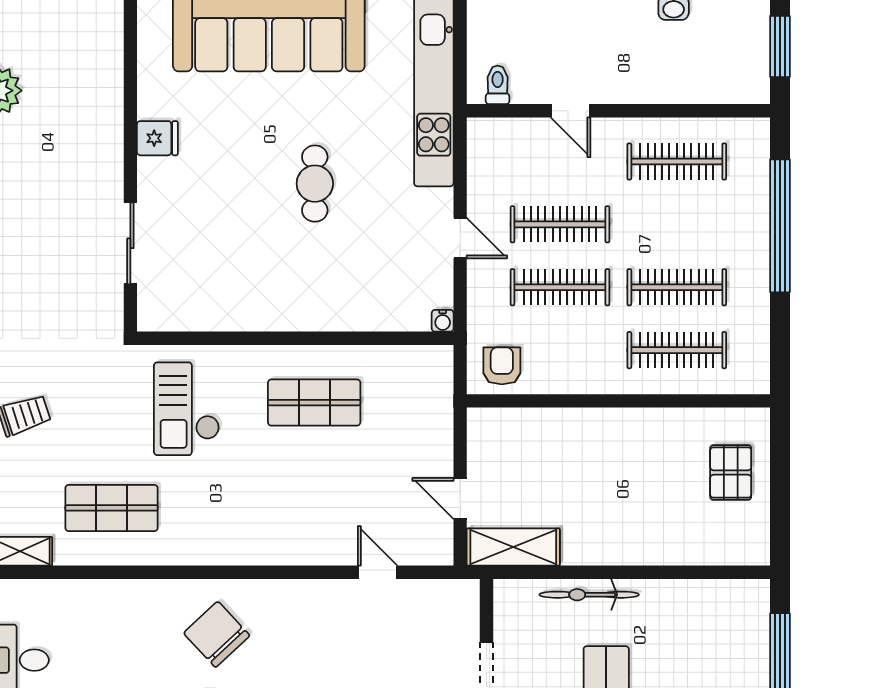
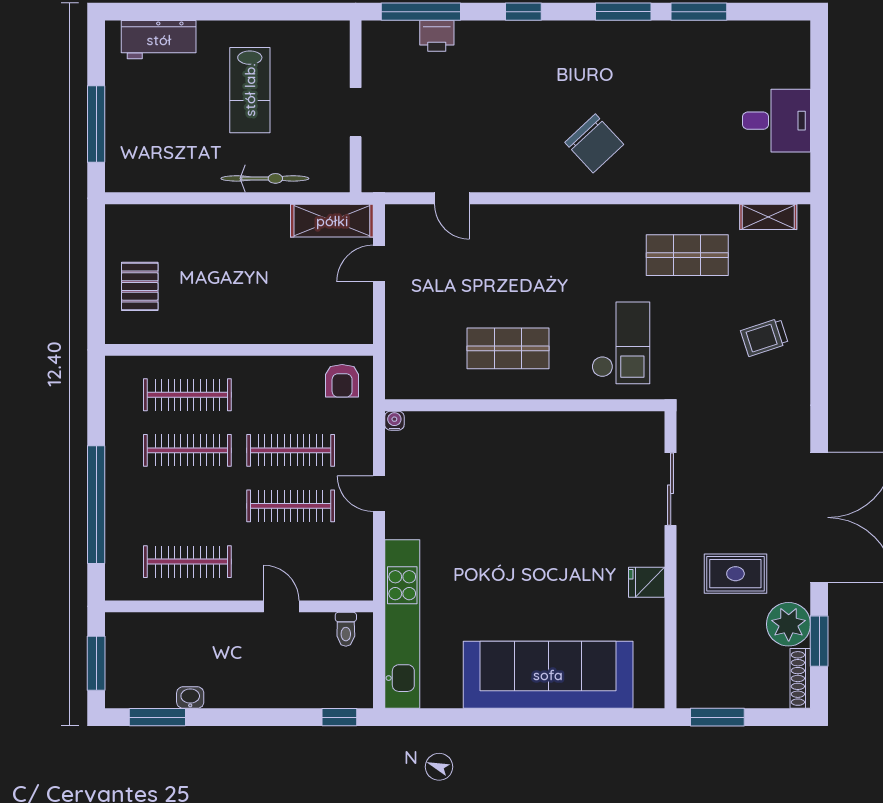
rug: (57, 148) -> (735, 574), added
cafe table: (315, 184) -> (507, 542), removed
door: (460, 499) -> (379, 263), swing flipped

